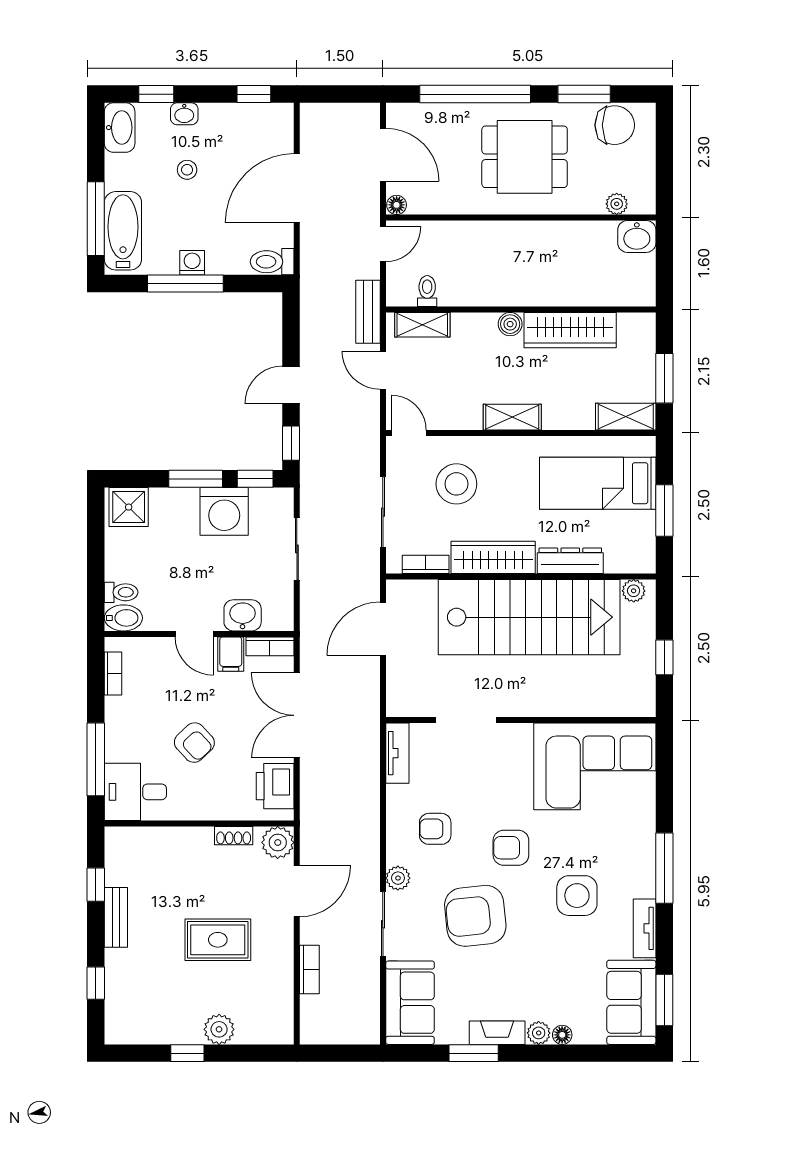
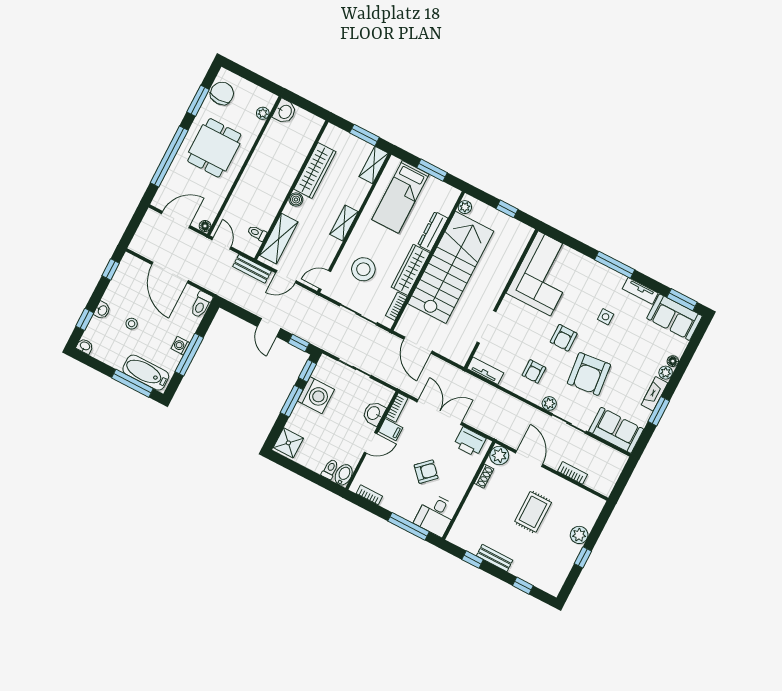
washbasin: (120, 128) -> (85, 346), width x0.52, depth x0.69
shelving: (422, 325) -> (279, 239), width x1.50, depth x1.33
double door: (297, 715) -> (439, 412), swing flipped
side table: (577, 896) -> (606, 317), width x0.54, depth x0.54

